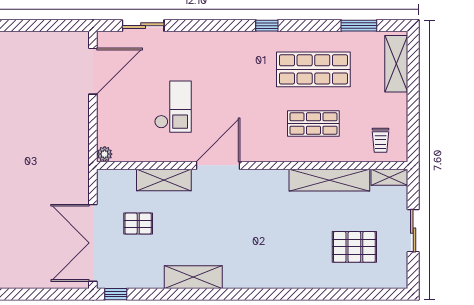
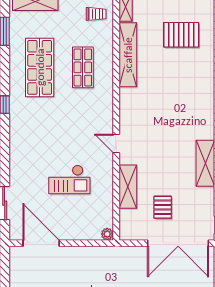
checkout: (173, 107) -> (69, 180), turned 180
door: (218, 165) -> (116, 143), width x0.53
pallet: (354, 247) -> (181, 35), turned 90

